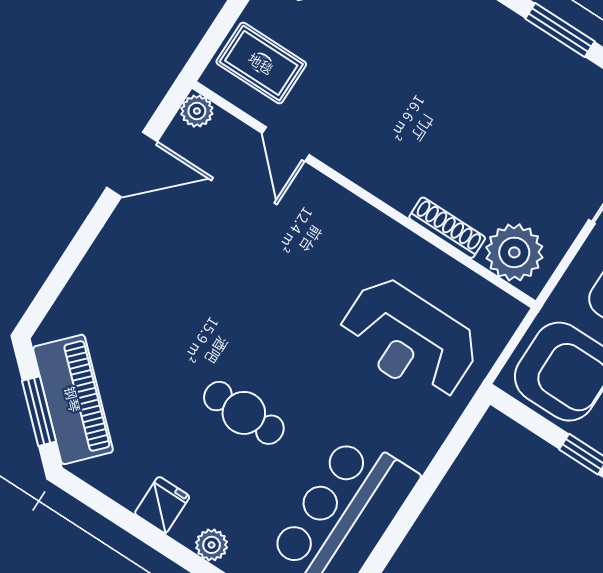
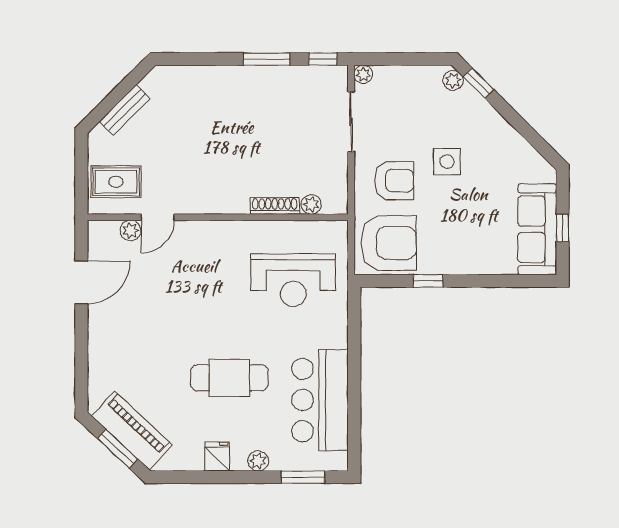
plant: (197, 111) -> (131, 230), moved
door: (286, 144) -> (158, 217), hinge flipped
plant: (514, 252) -> (311, 204), width x0.53, depth x0.53
cafe table: (244, 413) -> (229, 378), width x1.37, depth x1.35

